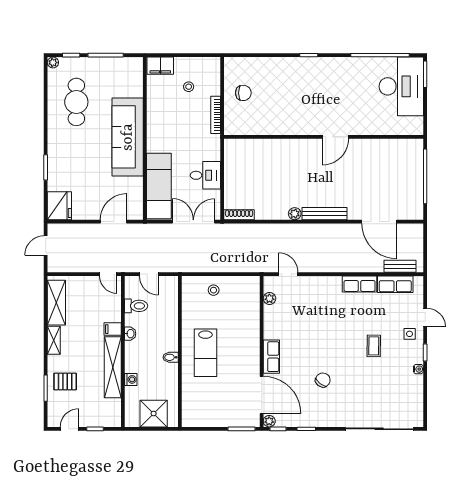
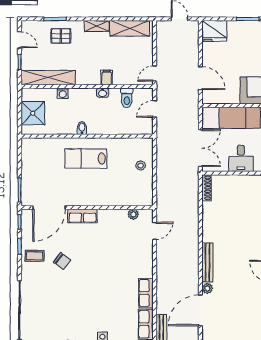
plant: (295, 214) -> (207, 288), moved
coffee table: (374, 346) -> (35, 256), moved
shelving: (113, 367) -> (48, 78), moved
pallet: (65, 381) -> (61, 36), turned 90
plant: (269, 421) -> (26, 214), removed

